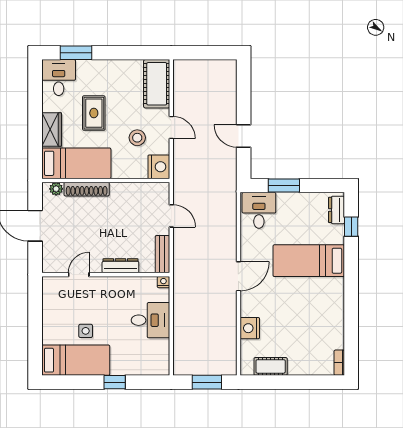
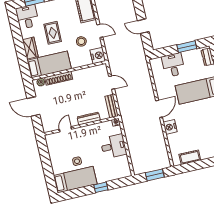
window: (284, 186) -> (187, 47), moved
desk: (259, 210) -> (173, 65), moved
nightstand: (250, 328) -> (170, 127), moved

